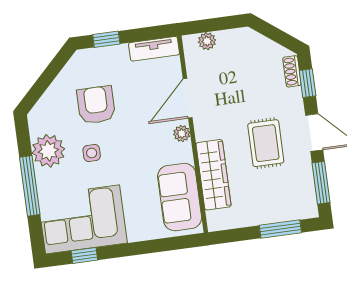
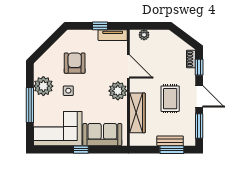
window: (106, 39) -> (100, 26), moved
door: (188, 98) -> (128, 67), swing flipped
plant: (182, 133) -> (118, 91), width x1.88, depth x1.88
sofa: (180, 197) -> (102, 135), moved, turned 90
bench: (275, 214) -> (170, 141), added
window: (84, 255) -> (81, 150), moved

